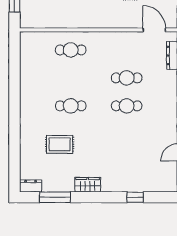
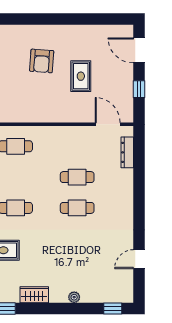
plant: (124, 187) -> (74, 297), added
window: (135, 197) -> (113, 308), moved

